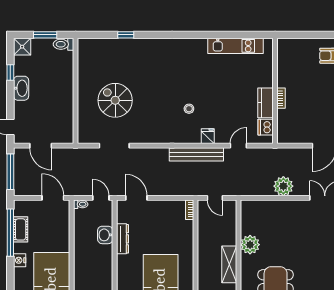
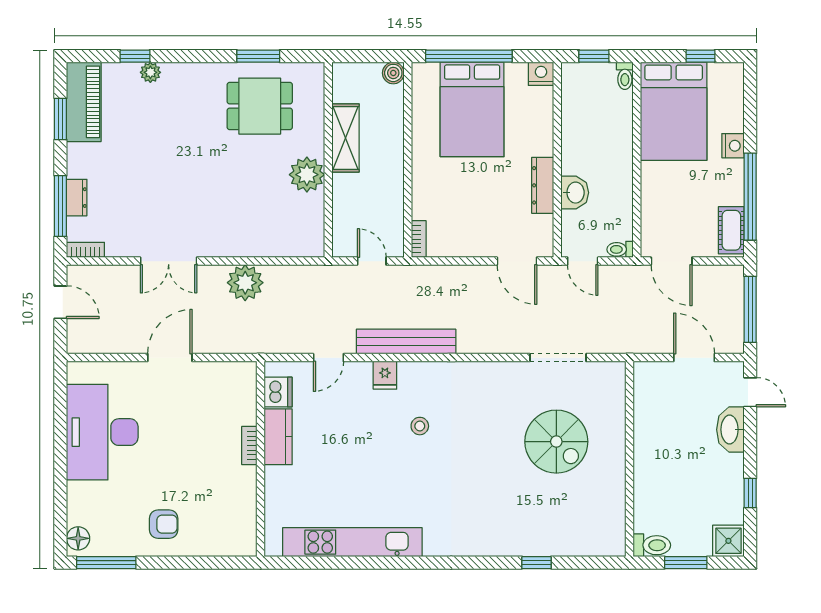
kitchen unit: (235, 46) -> (352, 542), width x1.36
washbasin: (21, 88) -> (730, 430), moved
cot: (21, 229) -> (731, 230), moved

